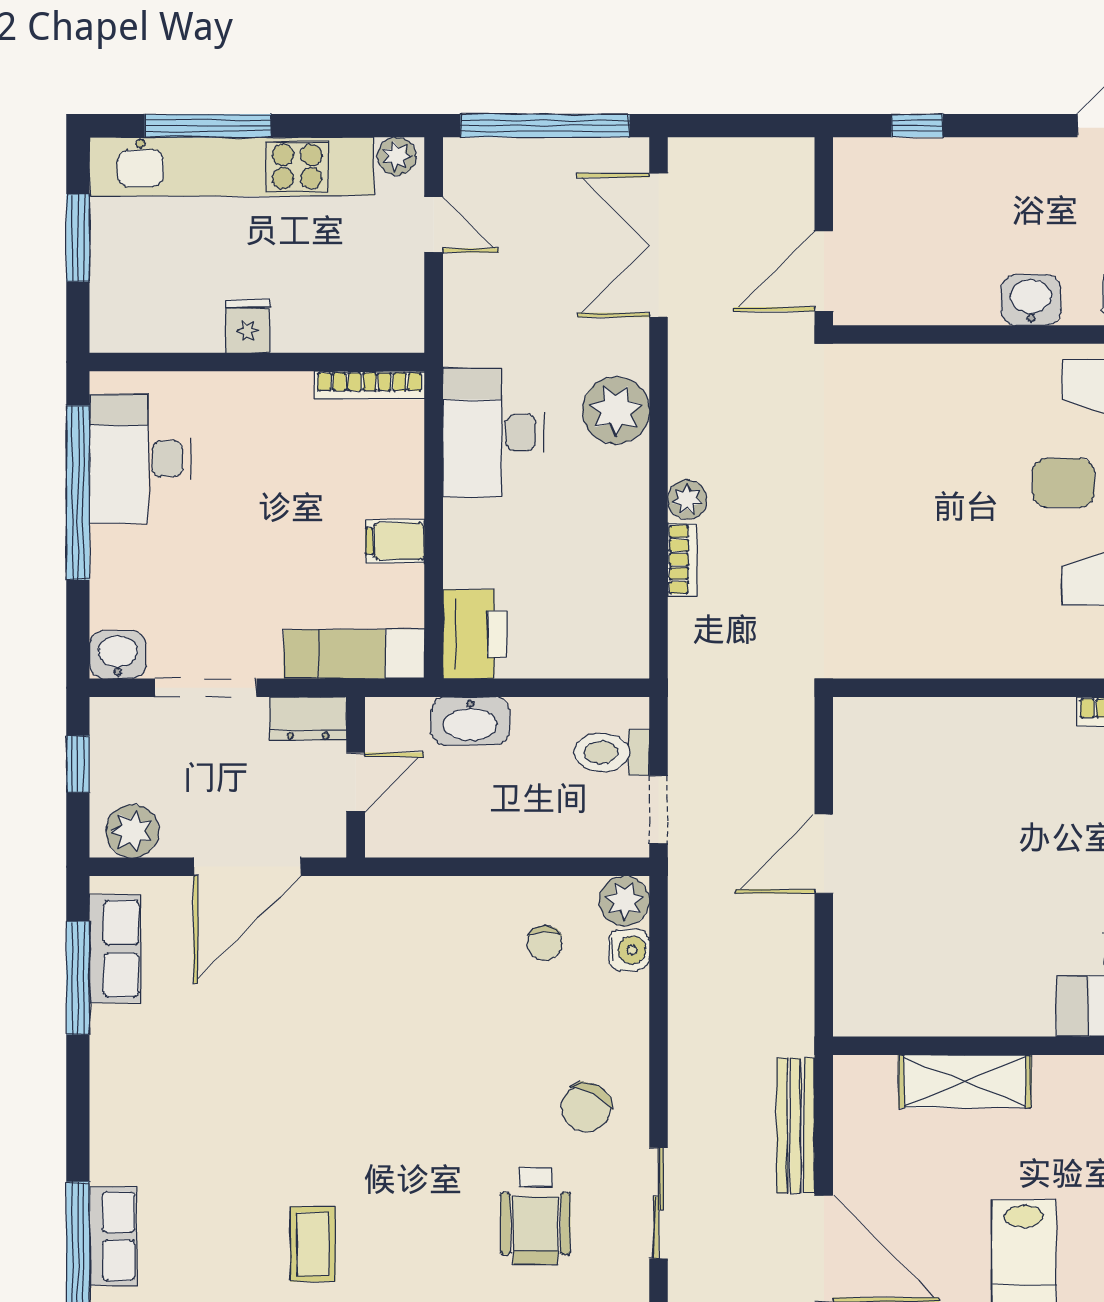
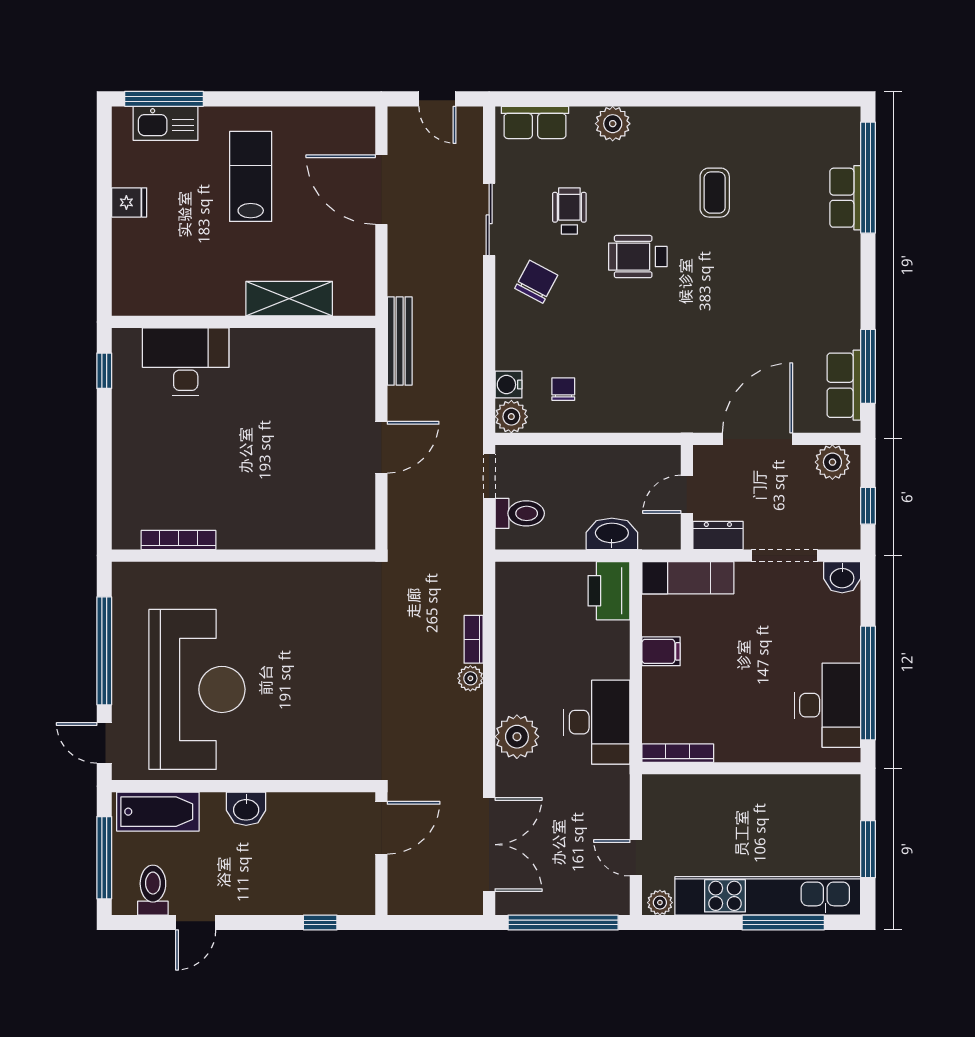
fridge: (248, 326) -> (757, 792), removed
bench: (796, 1125) -> (400, 341), moved
wheelchair: (431, 1146) -> (638, 257), added
wheelchair: (536, 1216) -> (569, 211), width x0.73, depth x0.73

